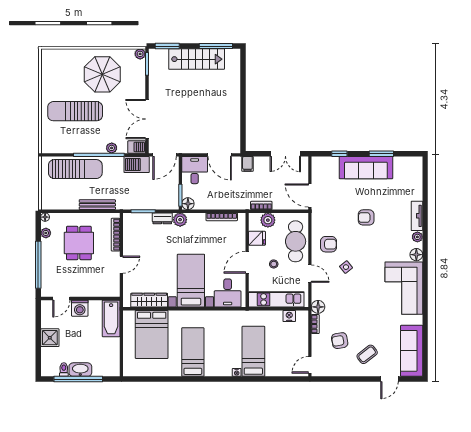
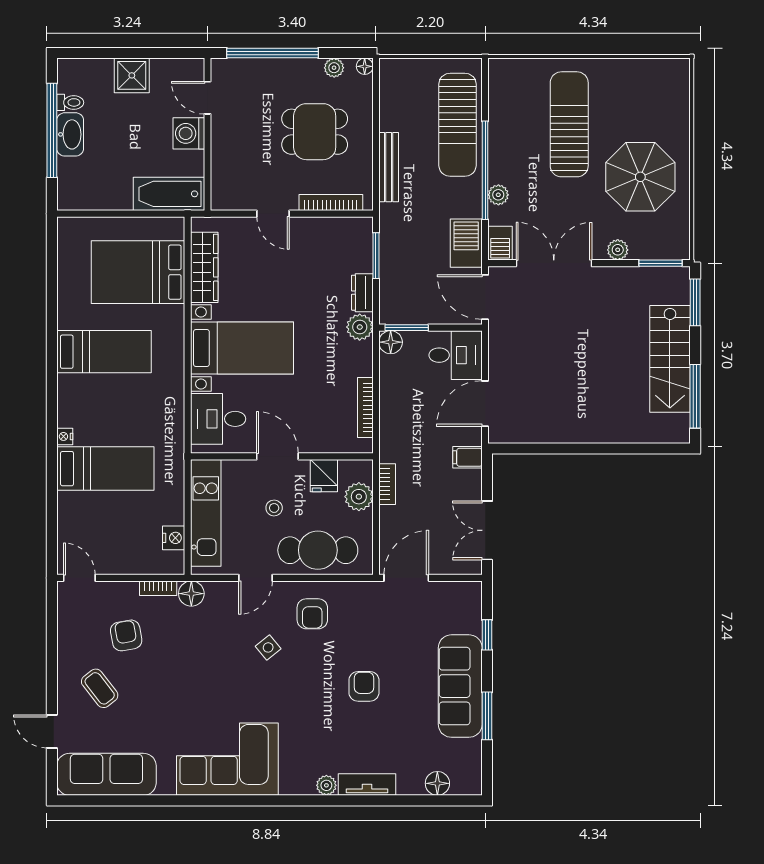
plant: (140, 54) -> (618, 250), moved
floor lamp: (416, 255) -> (437, 783), moved

